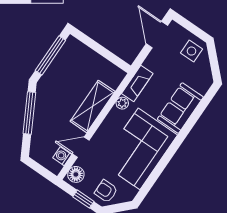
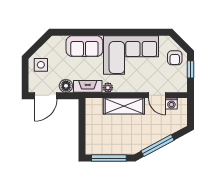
floor lamp: (76, 174) -> (66, 86), moved

